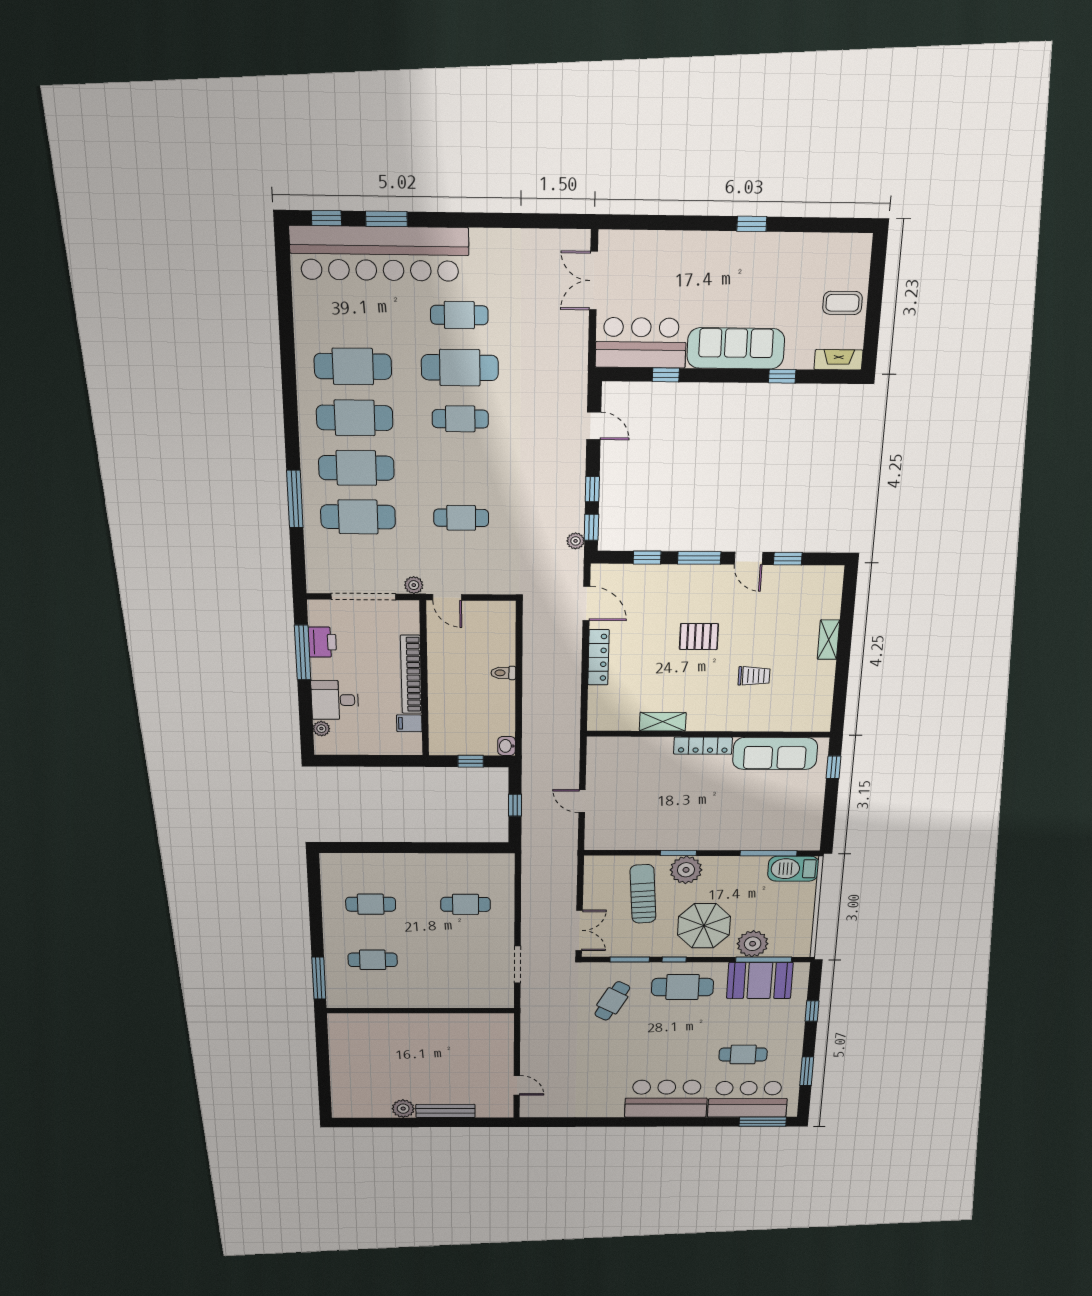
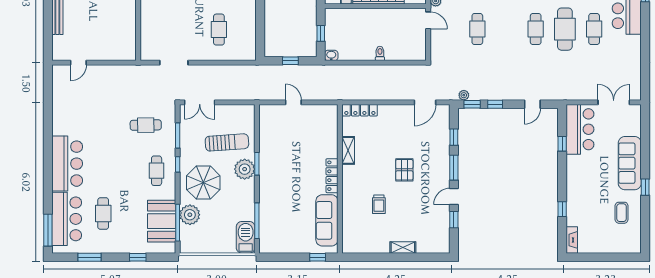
coffee table: (842, 303) -> (622, 213), moved
sofa: (736, 348) -> (630, 163), moved, turned 180
door: (447, 597) -> (428, 20), swing flipped
locker: (598, 657) -> (360, 110), moved
door: (582, 801) -> (293, 102), hinge flipped
cafe table: (683, 987) -> (157, 171), width x0.73, depth x0.74
cafe table: (612, 1001) -> (146, 125), turned -30

